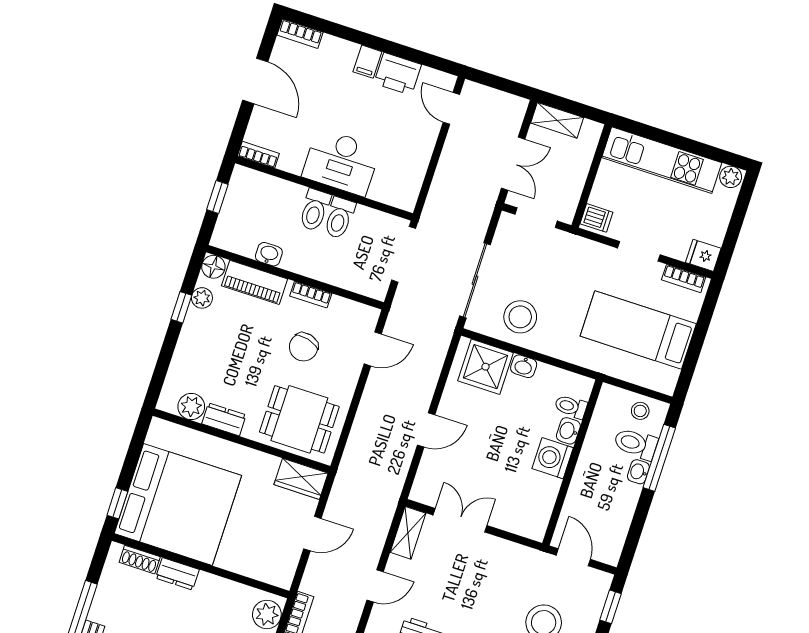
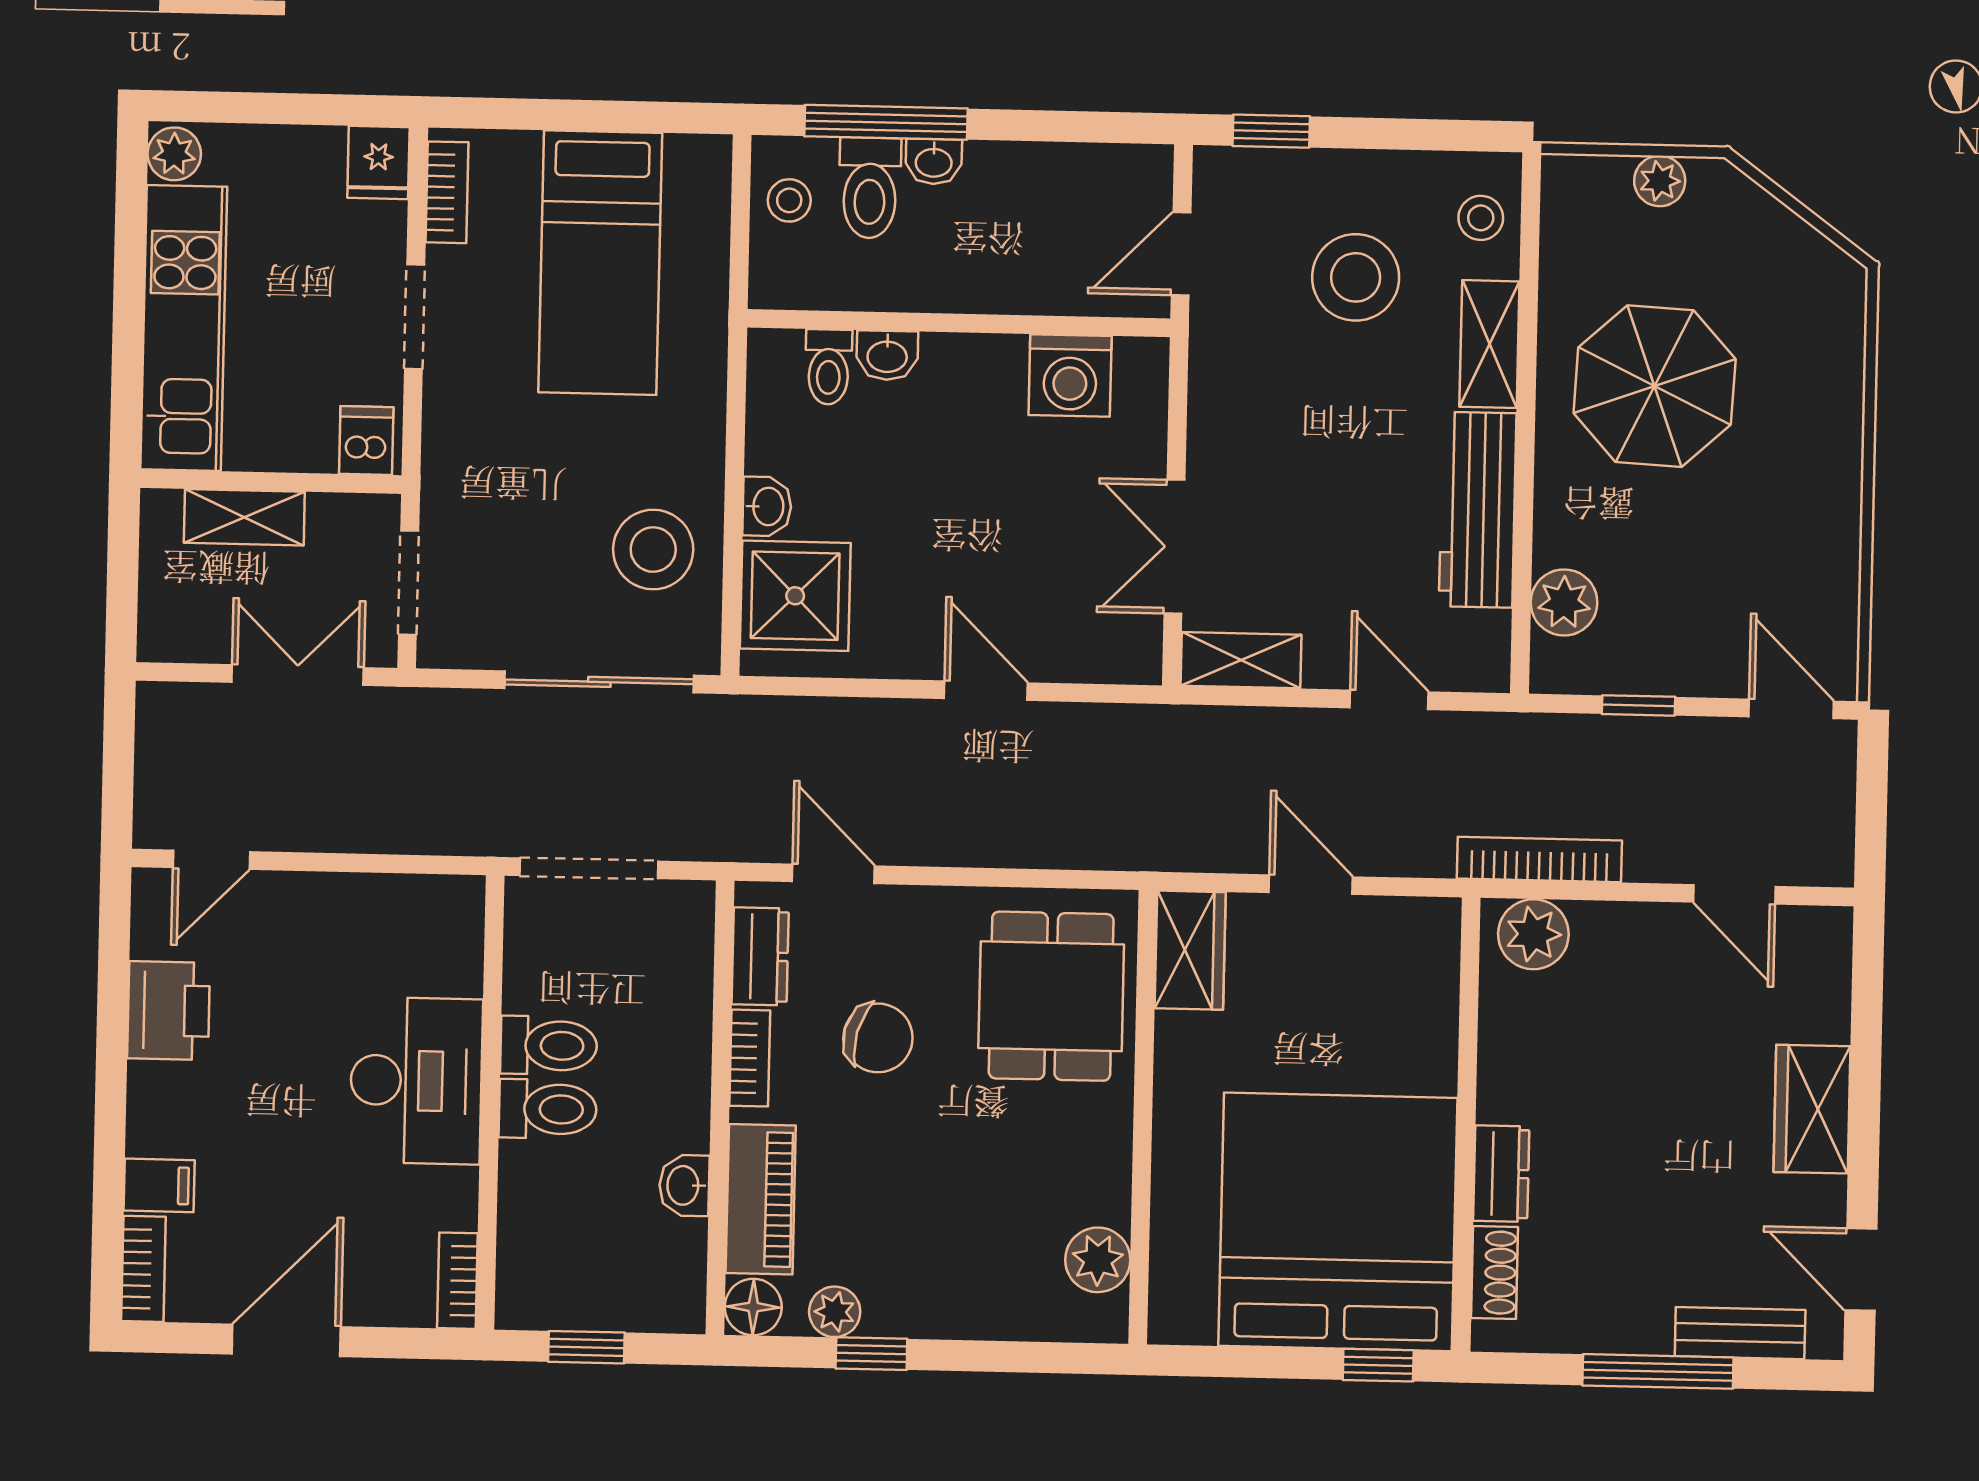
filing cabinet: (367, 62) -> (159, 1185), moved
shelving: (557, 120) -> (244, 517), moved, turned 90
dresser: (224, 419) -> (760, 956), moved, turned 180
washing machine: (553, 458) -> (1070, 375), moved

